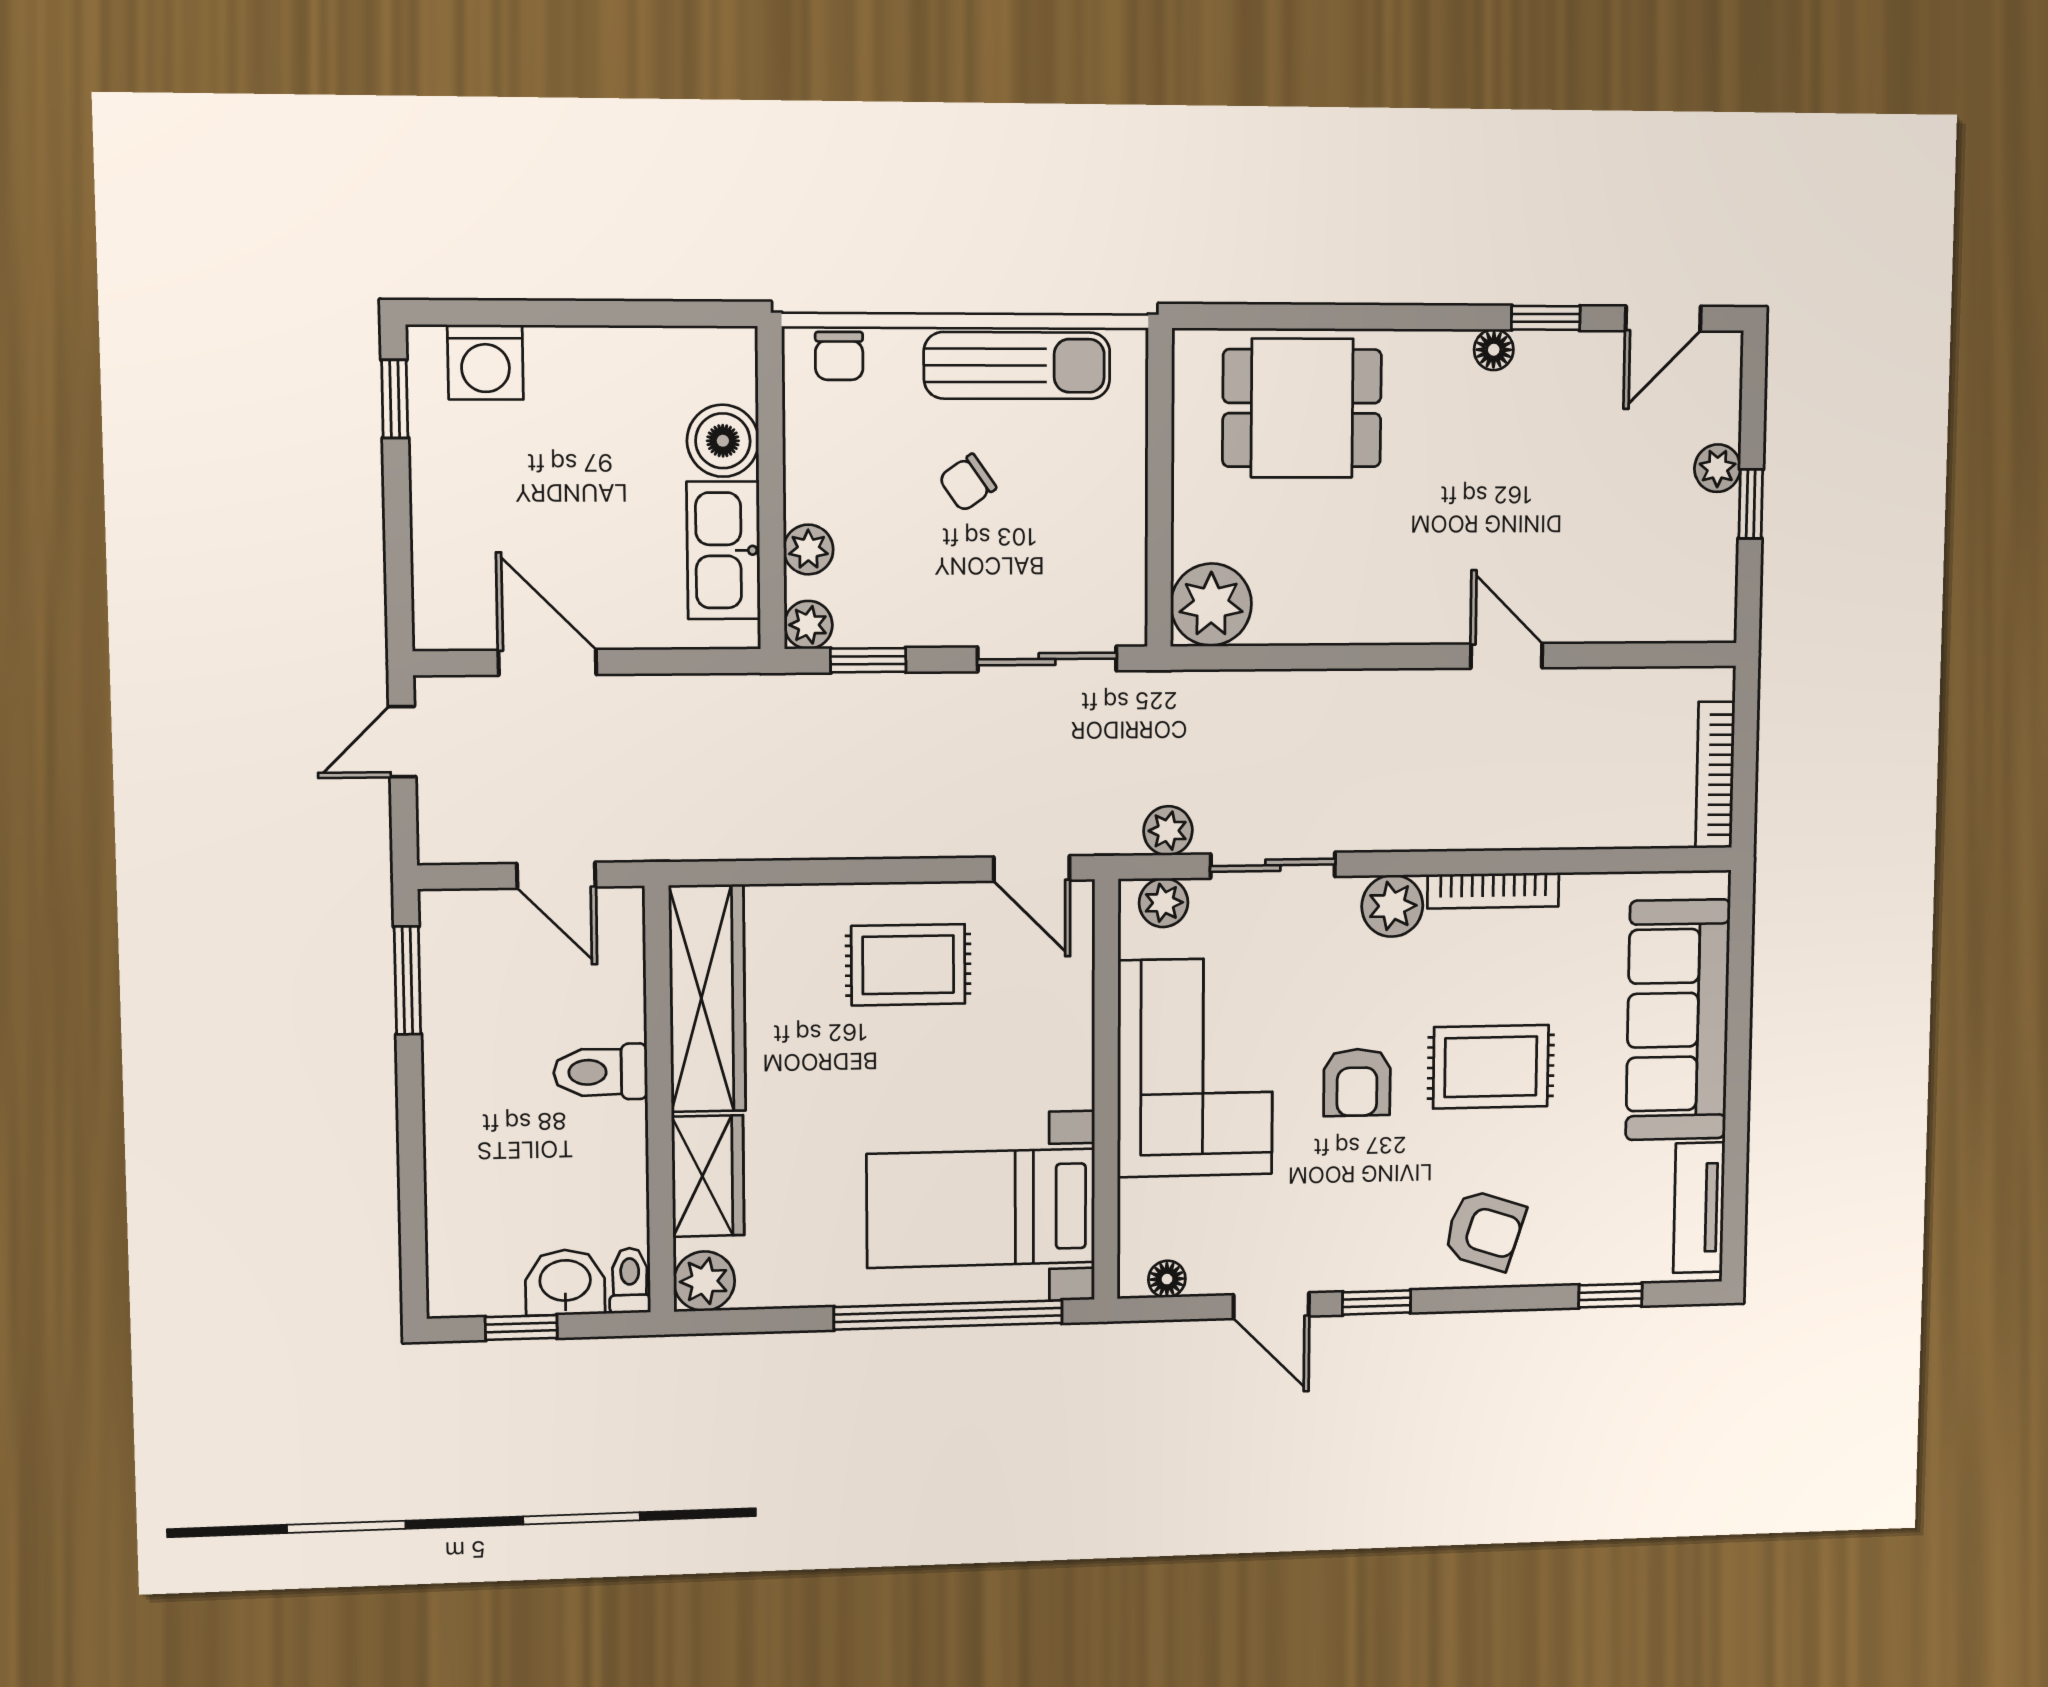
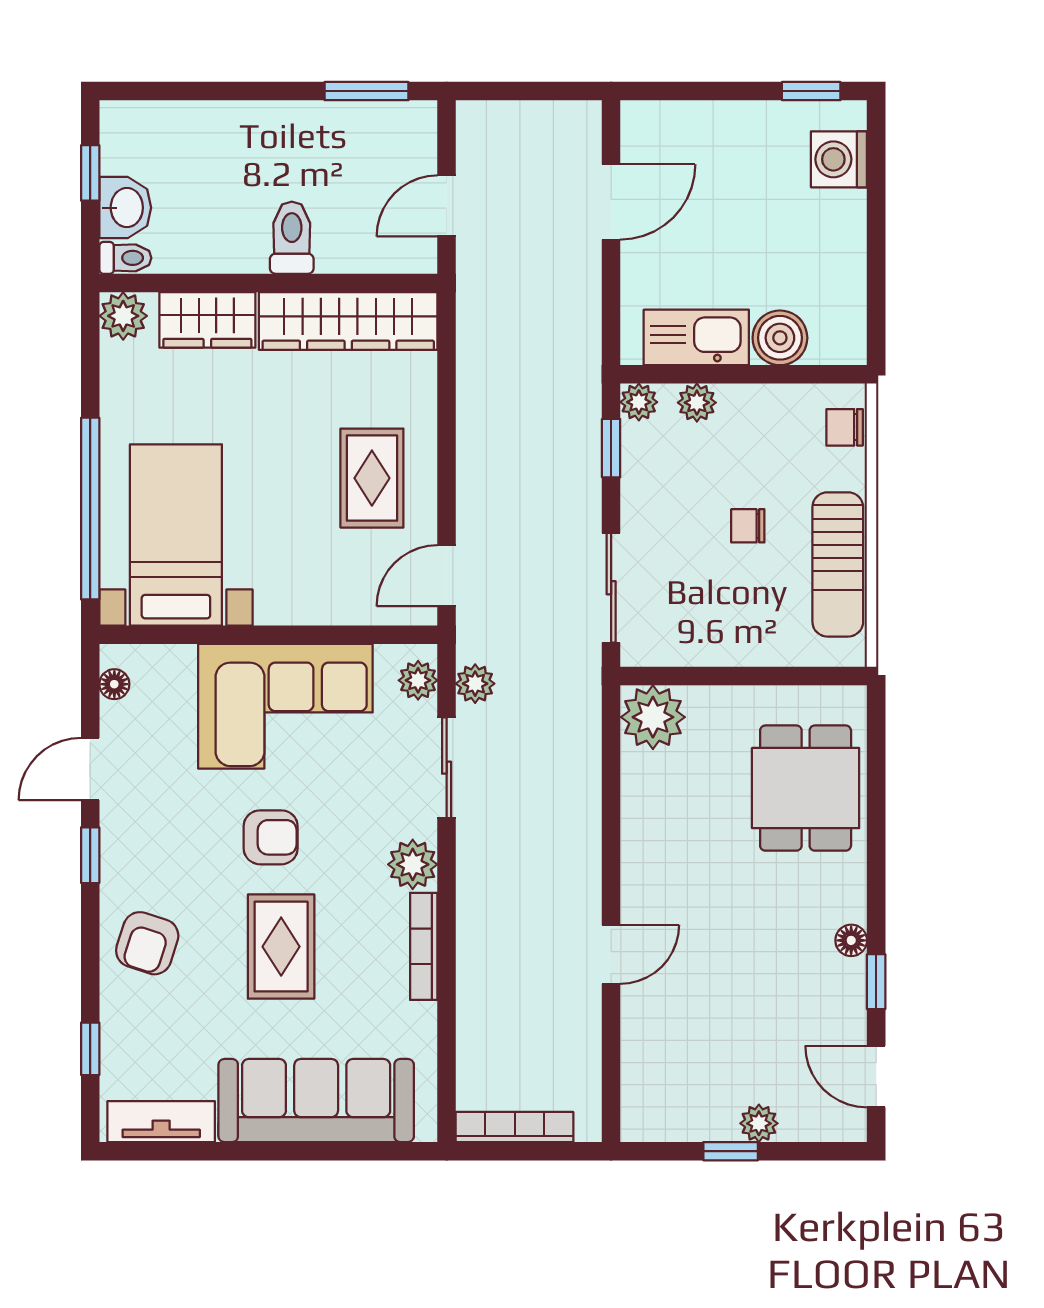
chair: (967, 483) -> (748, 526), turned -55
door: (402, 742) -> (551, 91), removed
armchair: (1357, 1082) -> (271, 837), turned 180

